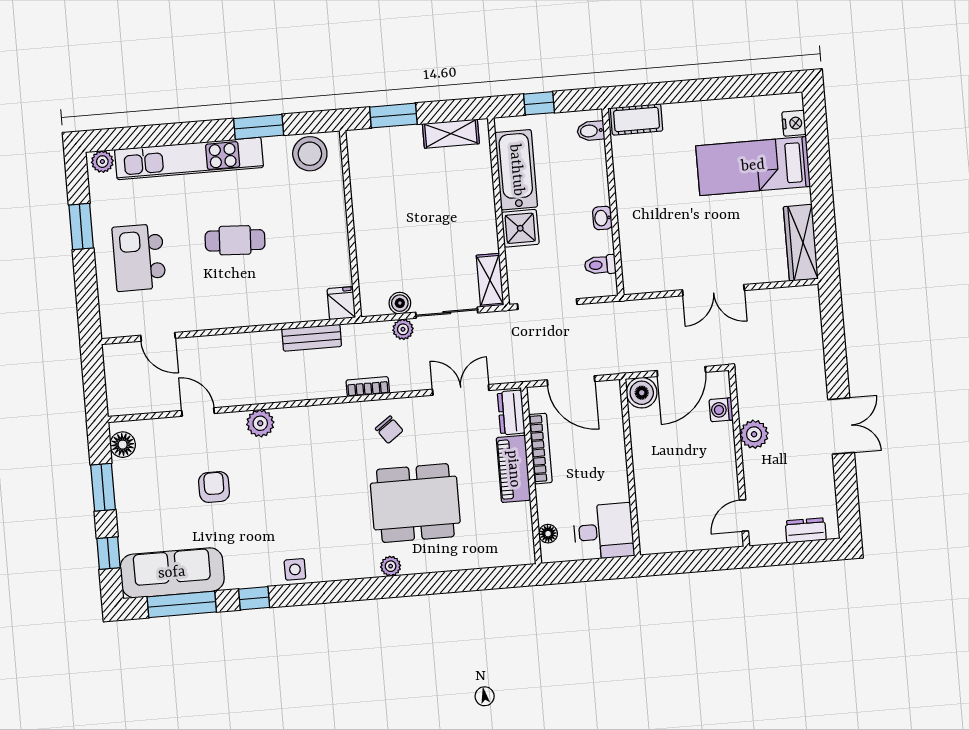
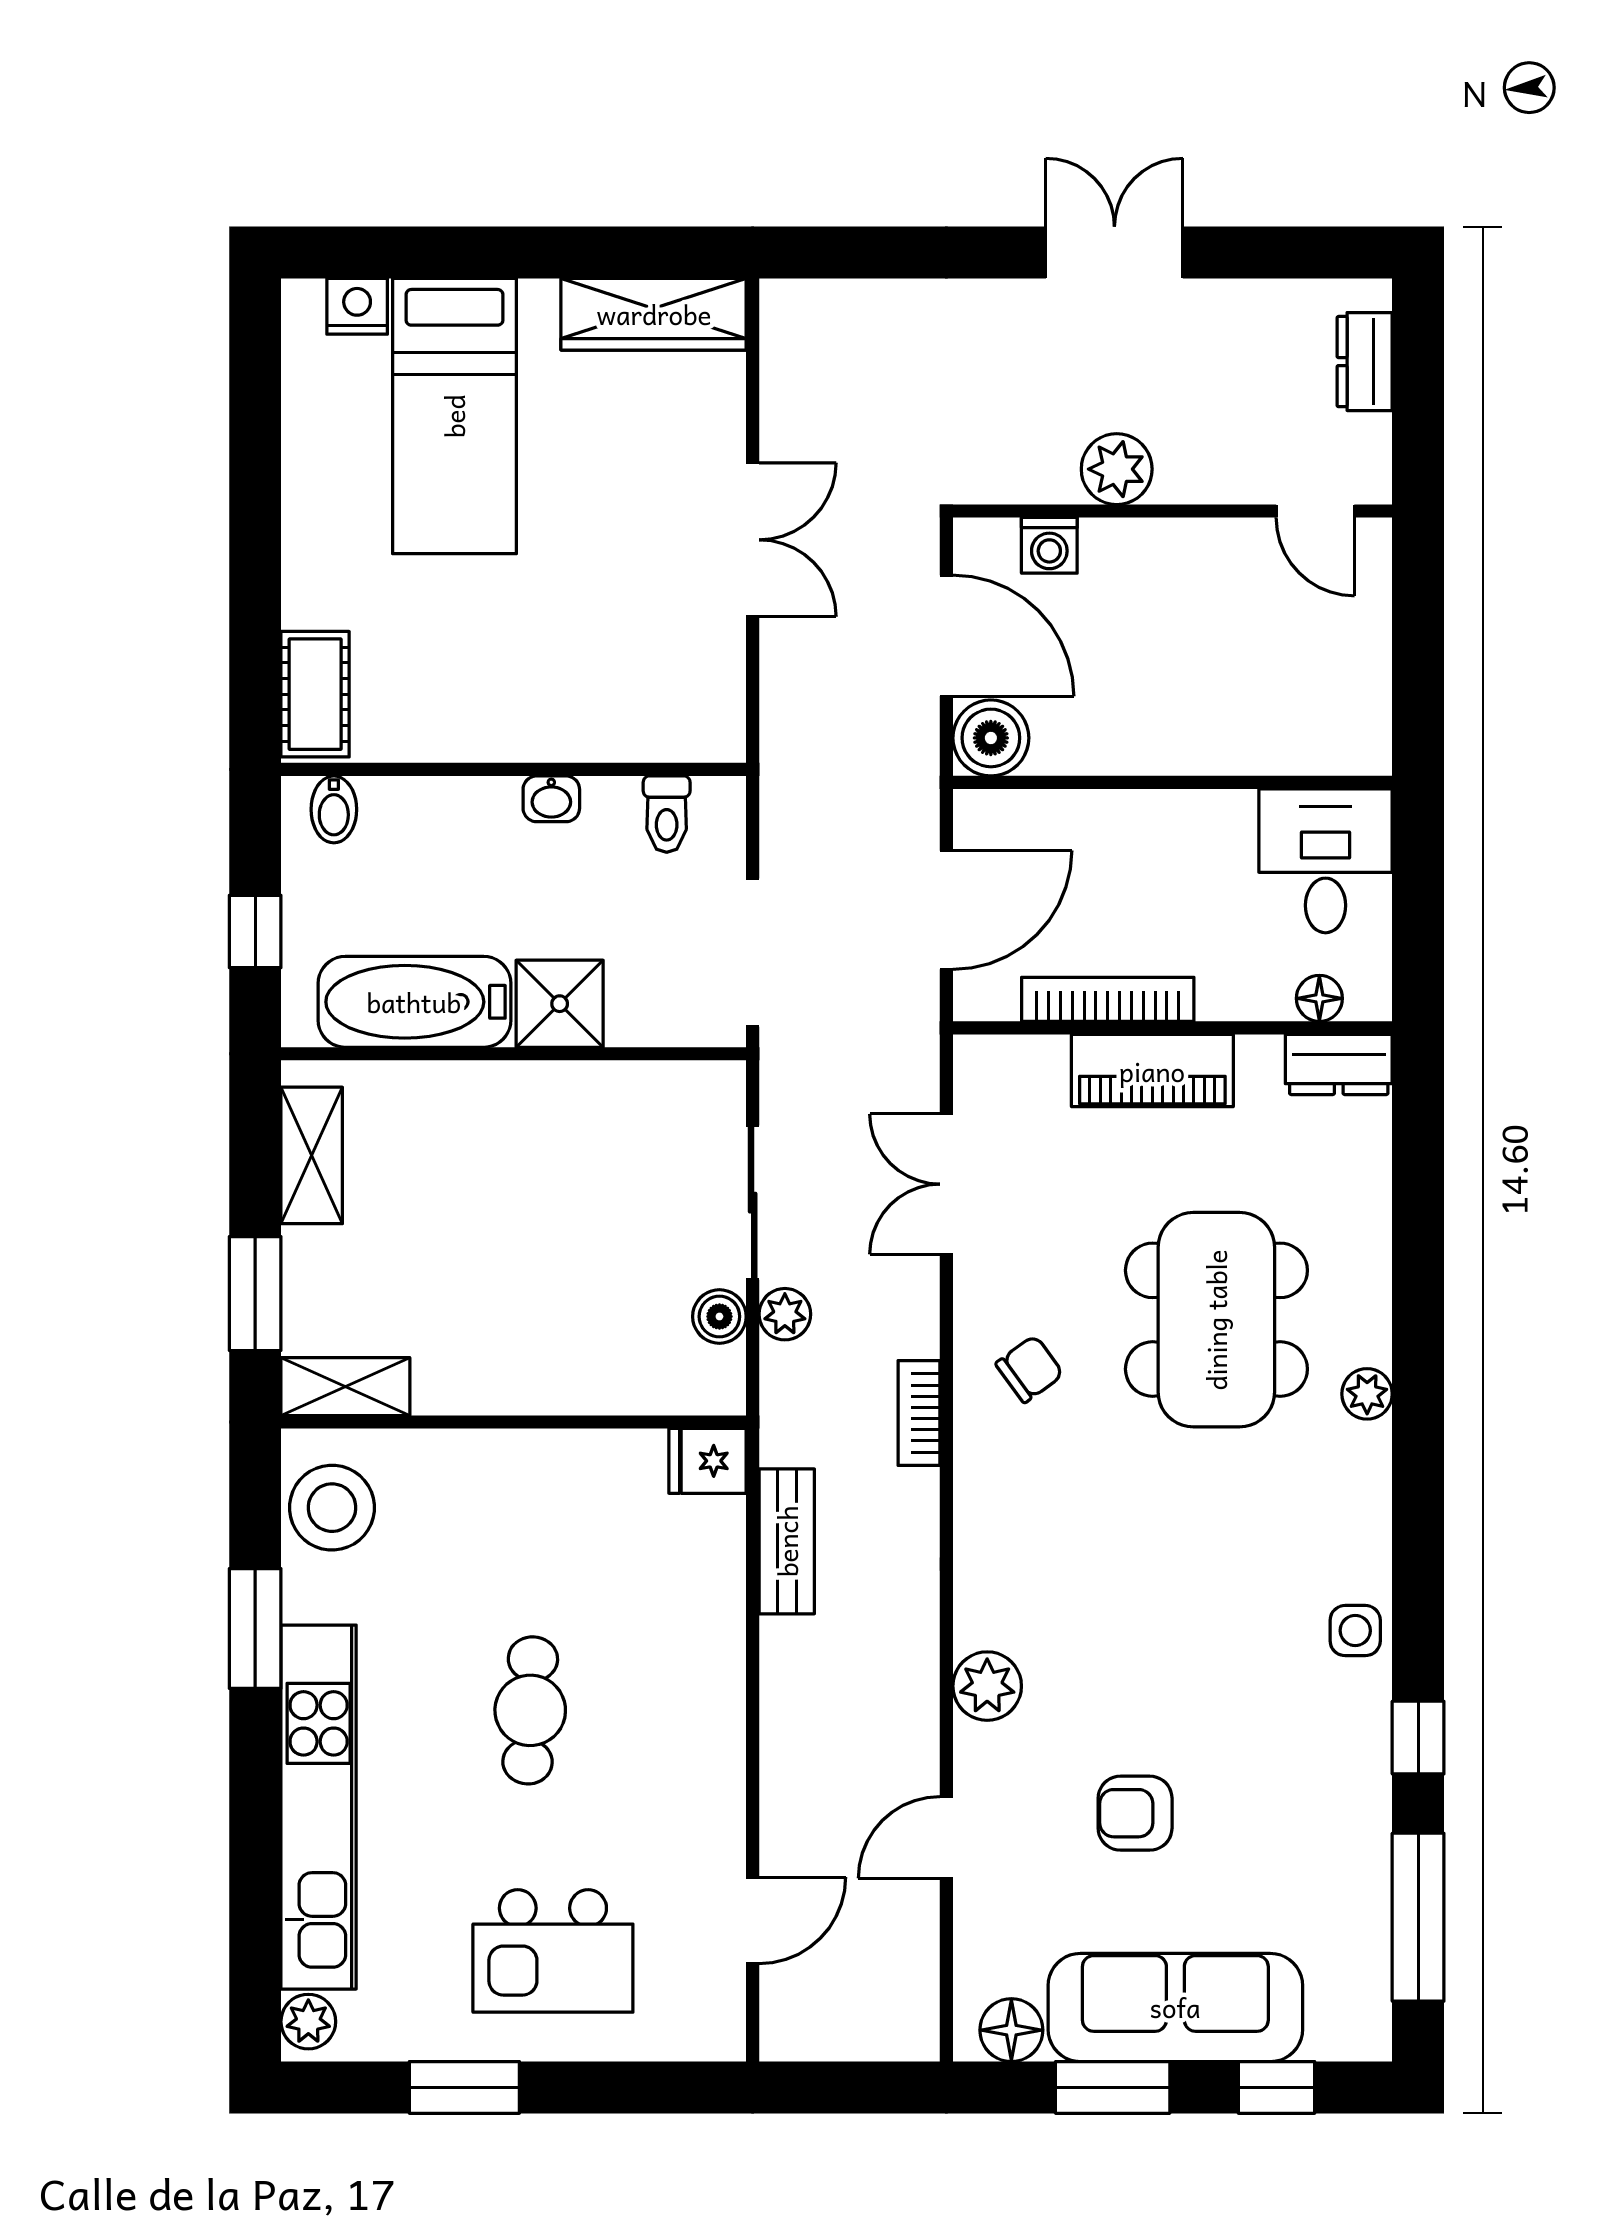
shelving: (490, 280) -> (345, 1387), moved
dresser: (511, 413) -> (1339, 1064), moved
sofa: (172, 573) -> (1175, 2007), moved, turned 90

